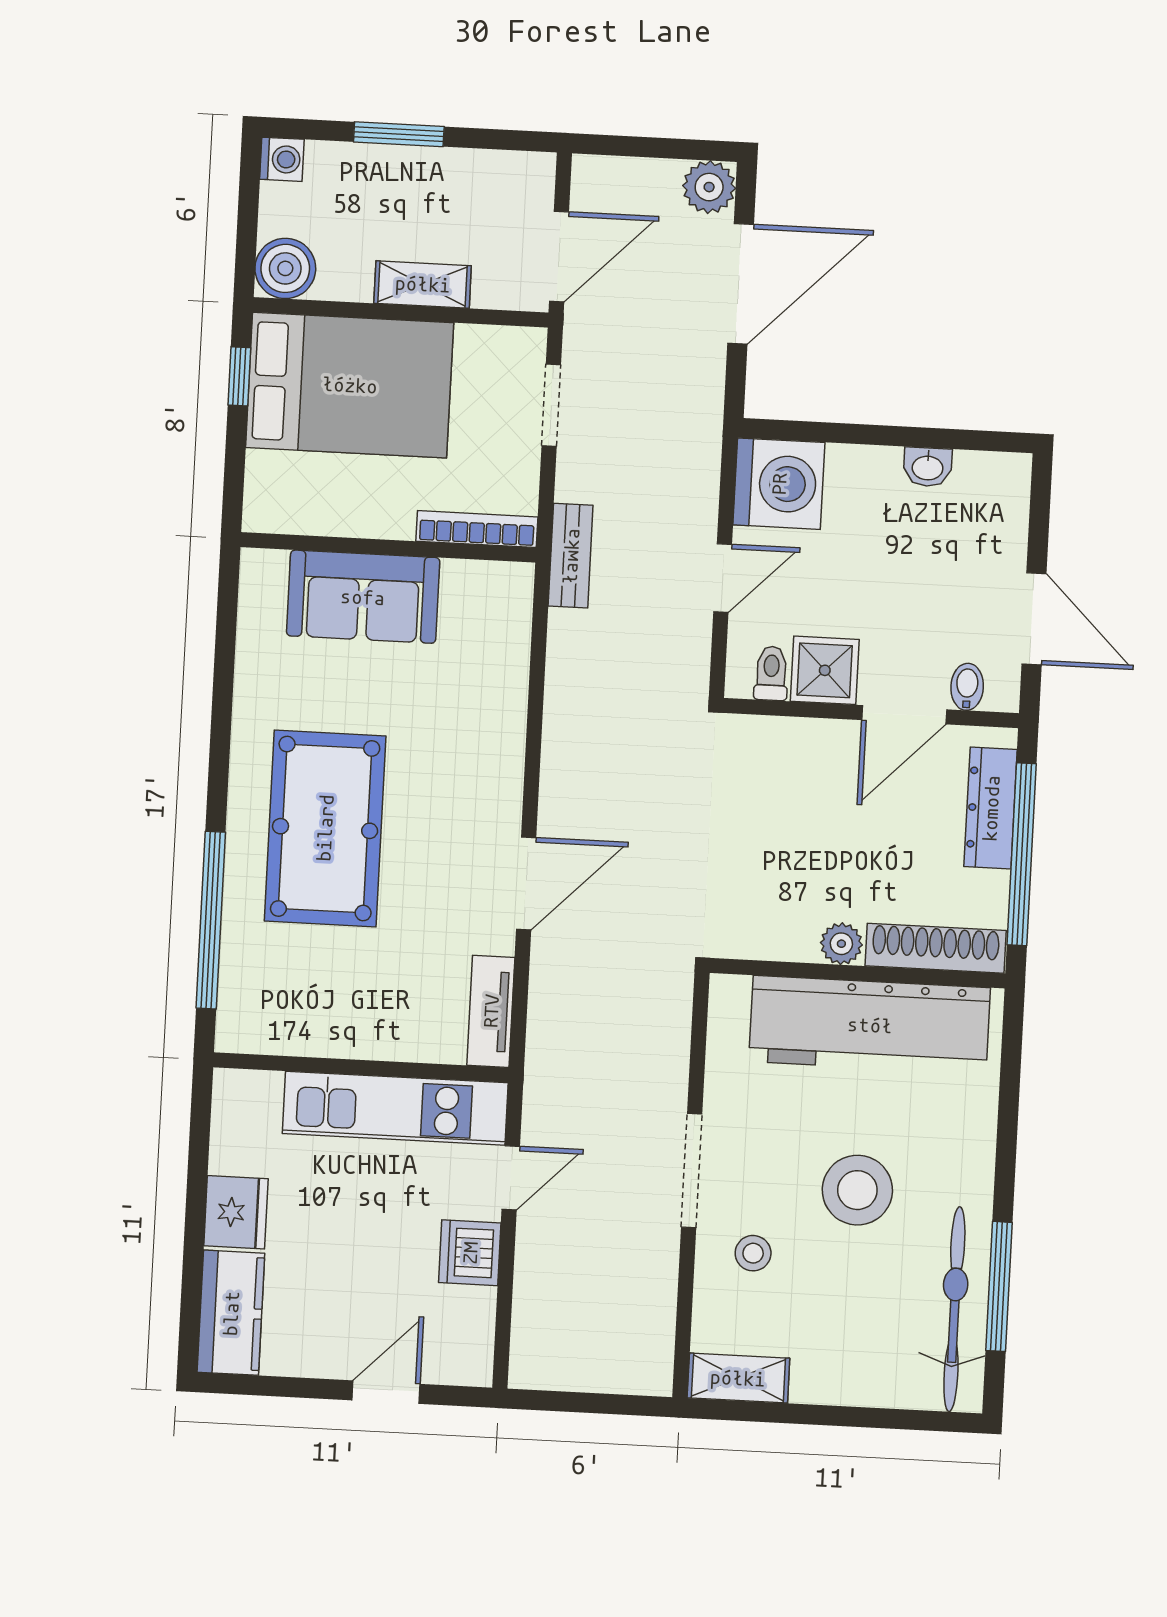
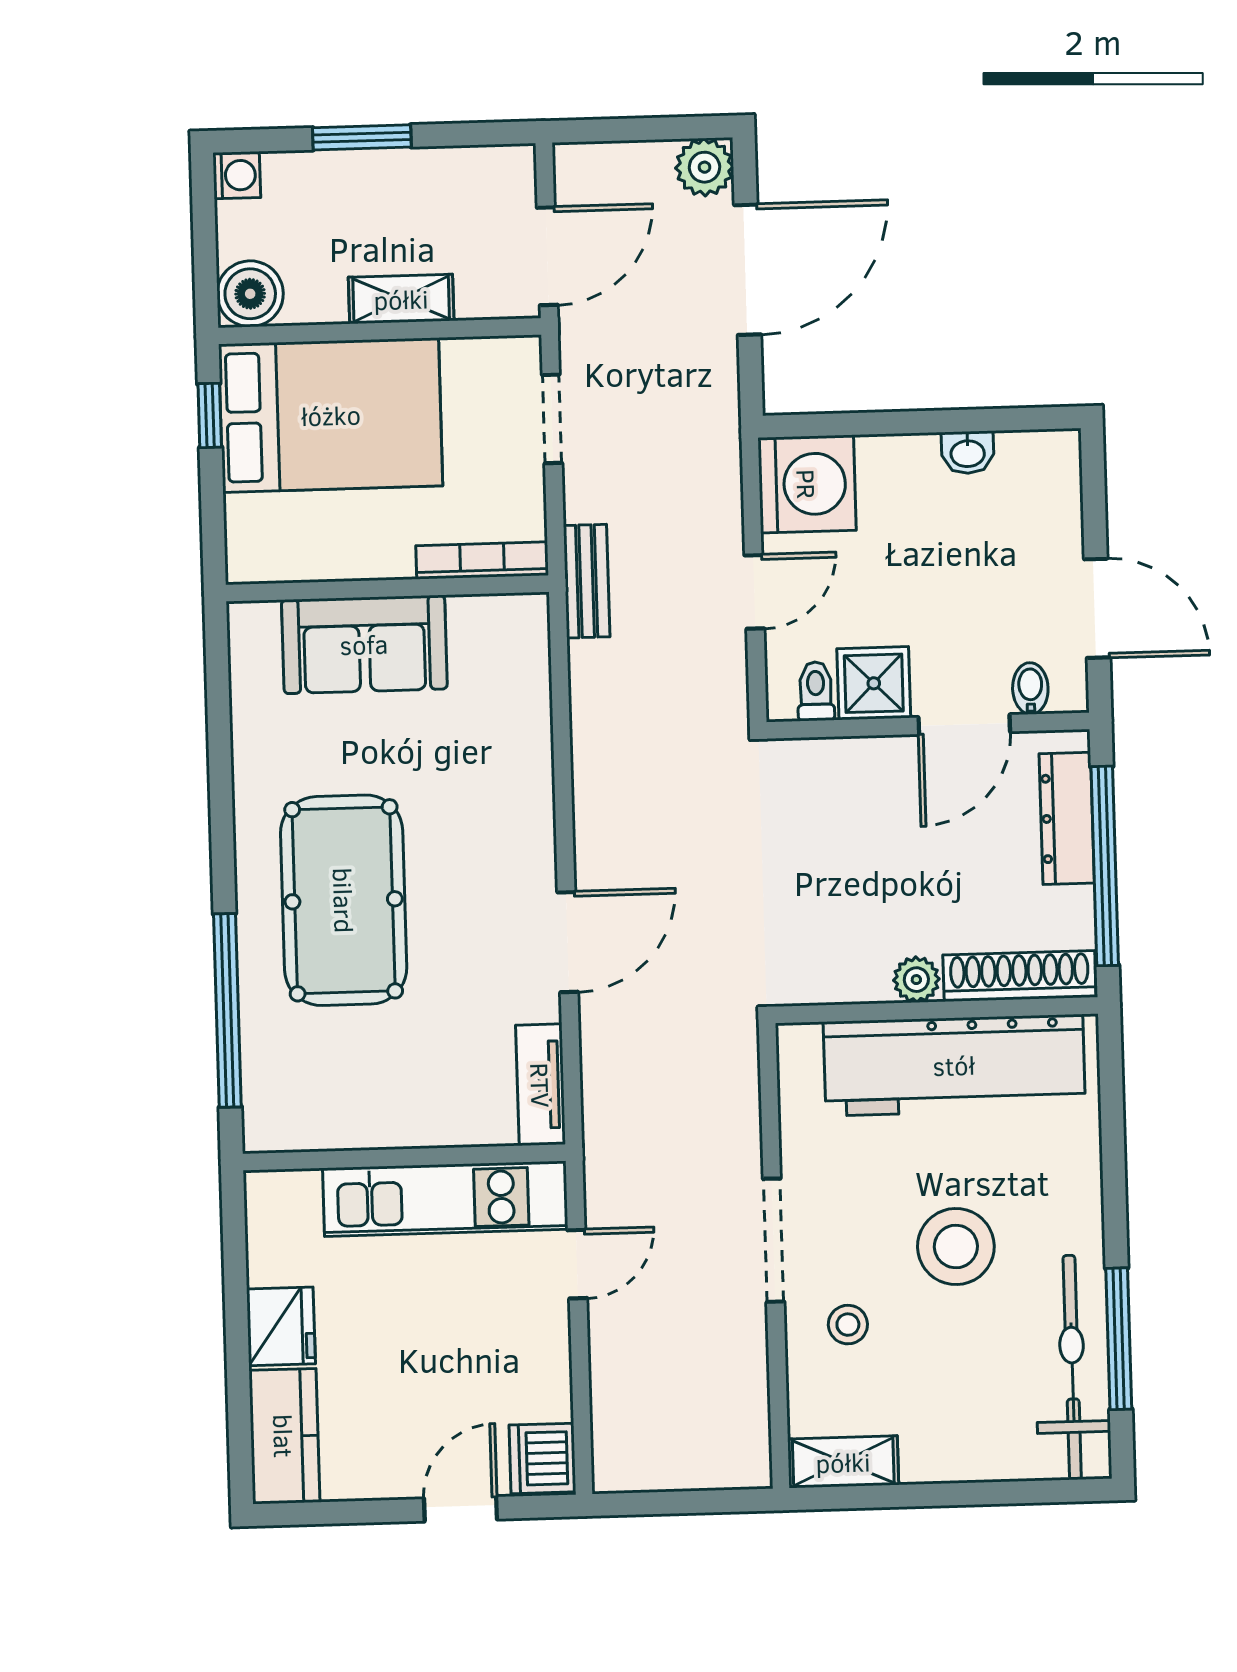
dishwasher: (470, 1253) -> (542, 1458), moved

